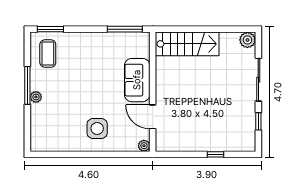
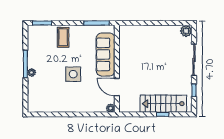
stairs: (187, 44) -> (163, 104), moved, turned 180
coffee table: (48, 54) -> (63, 37), moved
sofa: (137, 80) -> (106, 54), width x1.36
side table: (97, 128) -> (73, 74), moved

